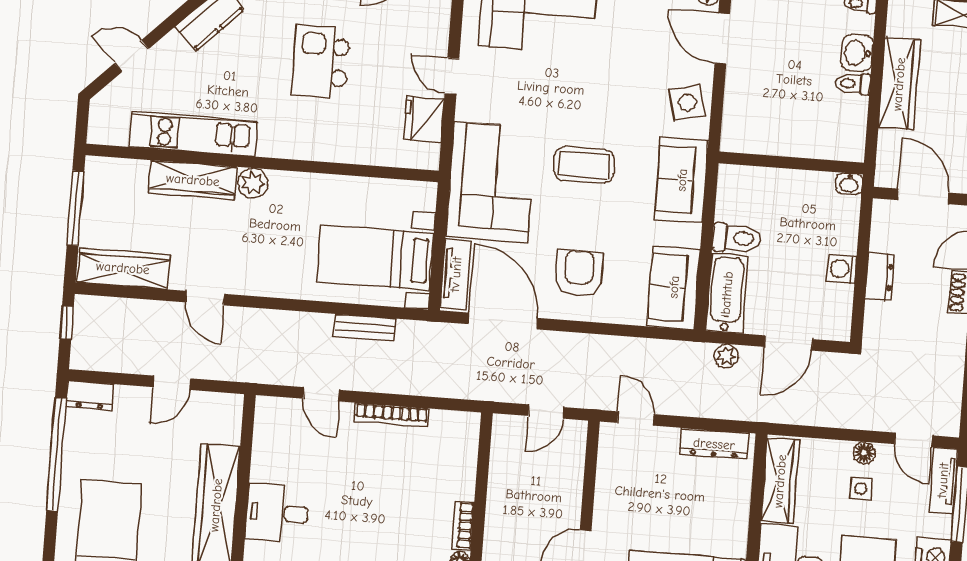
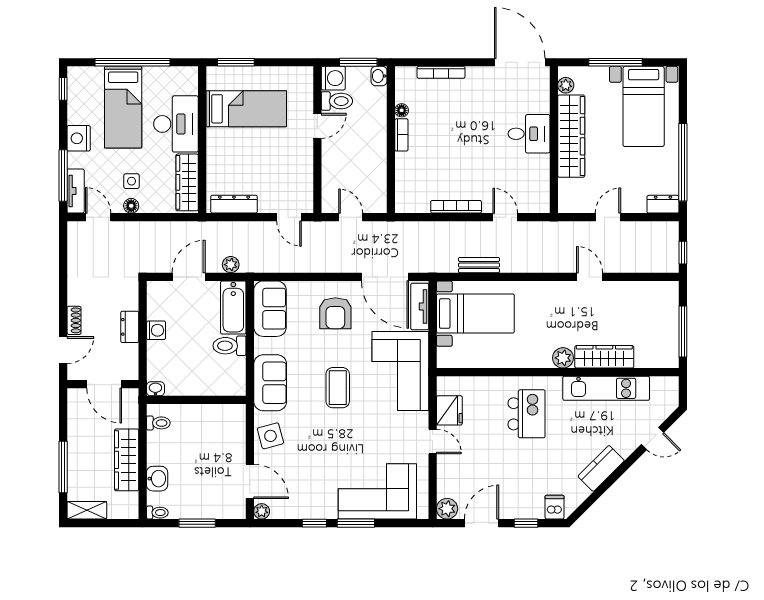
kitchen island: (321, 61) -> (527, 414), moved
toilet: (853, 84) -> (158, 423), moved
coffee table: (584, 165) -> (338, 388), turned 90
wardrobe: (123, 268) -> (647, 293), removed
door: (546, 412) -> (351, 217), hinge flipped

